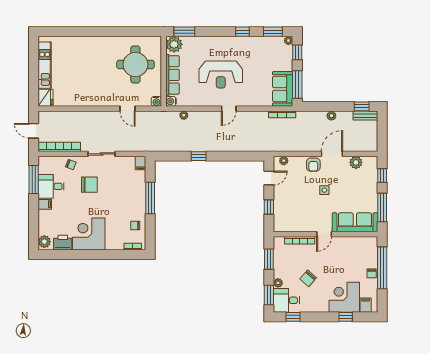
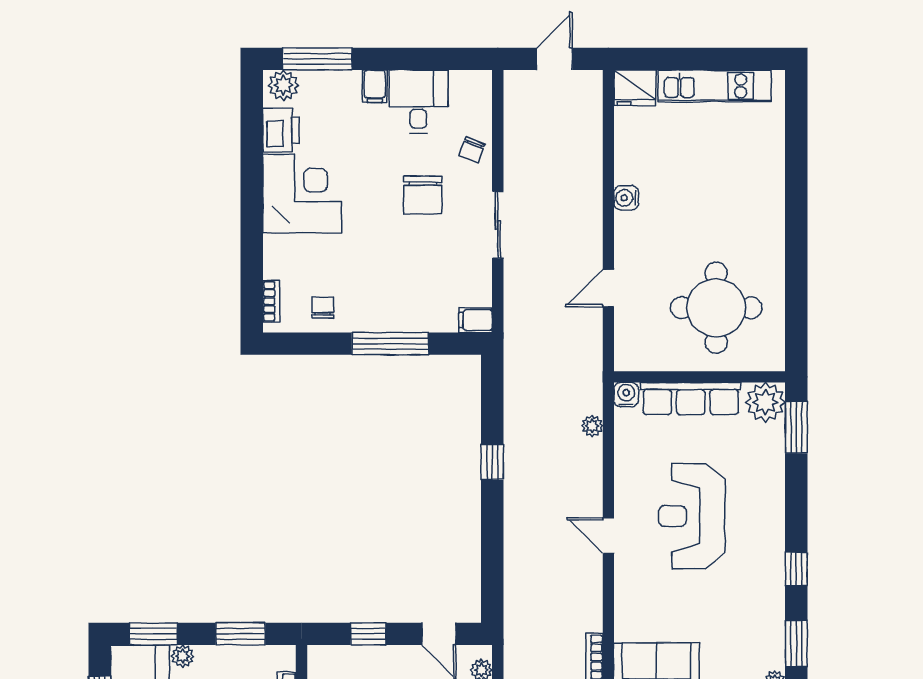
water cooler: (156, 101) -> (626, 198), moved
bookcase: (59, 147) -> (515, 122), removed
window: (34, 180) -> (317, 59), moved

